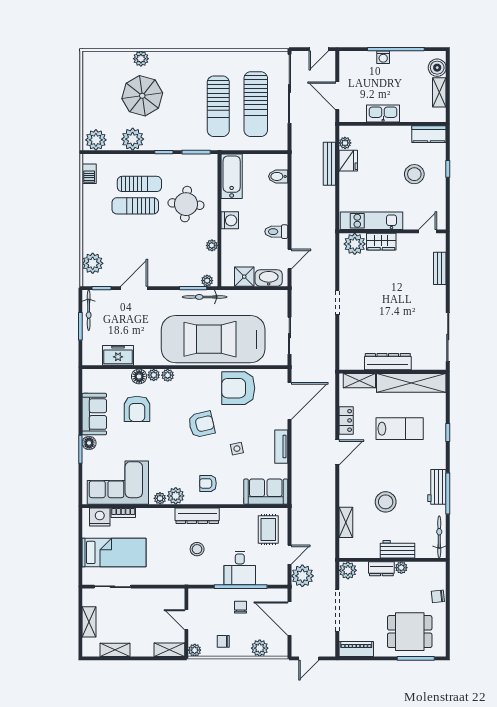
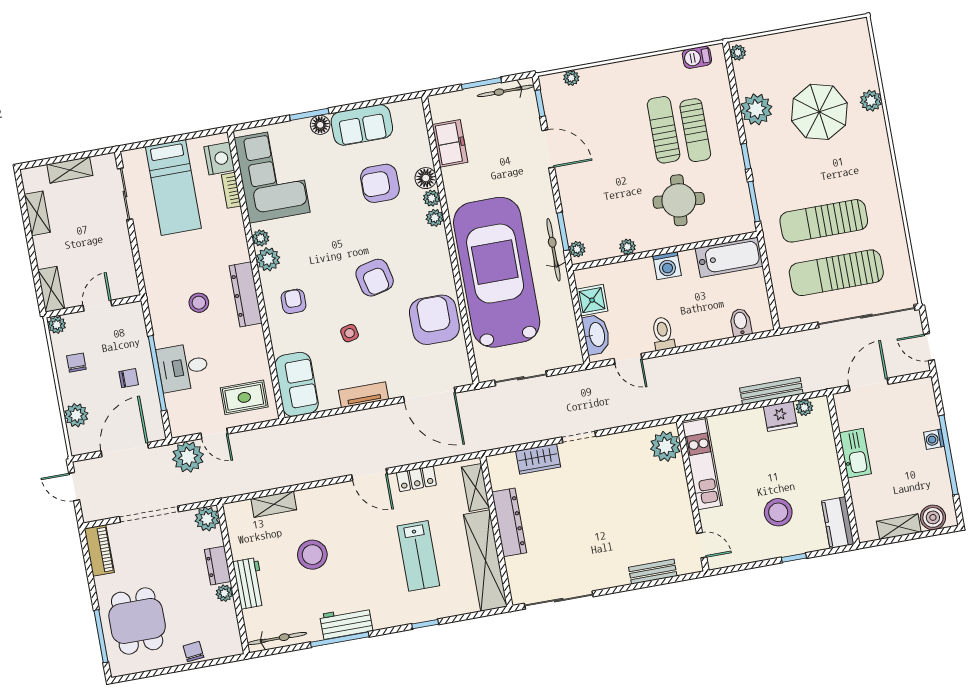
plant: (96, 140) -> (738, 53), width x0.53, depth x0.53
wardrobe: (381, 242) -> (538, 459), moved, turned -90
plant: (93, 263) -> (571, 78), width x0.53, depth x0.53

